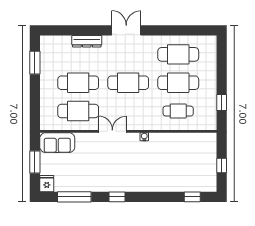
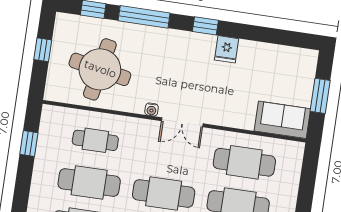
double door: (112, 131) -> (182, 122), moved
round table: (182, 158) -> (100, 69), added
fridge: (47, 184) -> (227, 49), moved
window: (74, 197) -> (144, 17), moved

